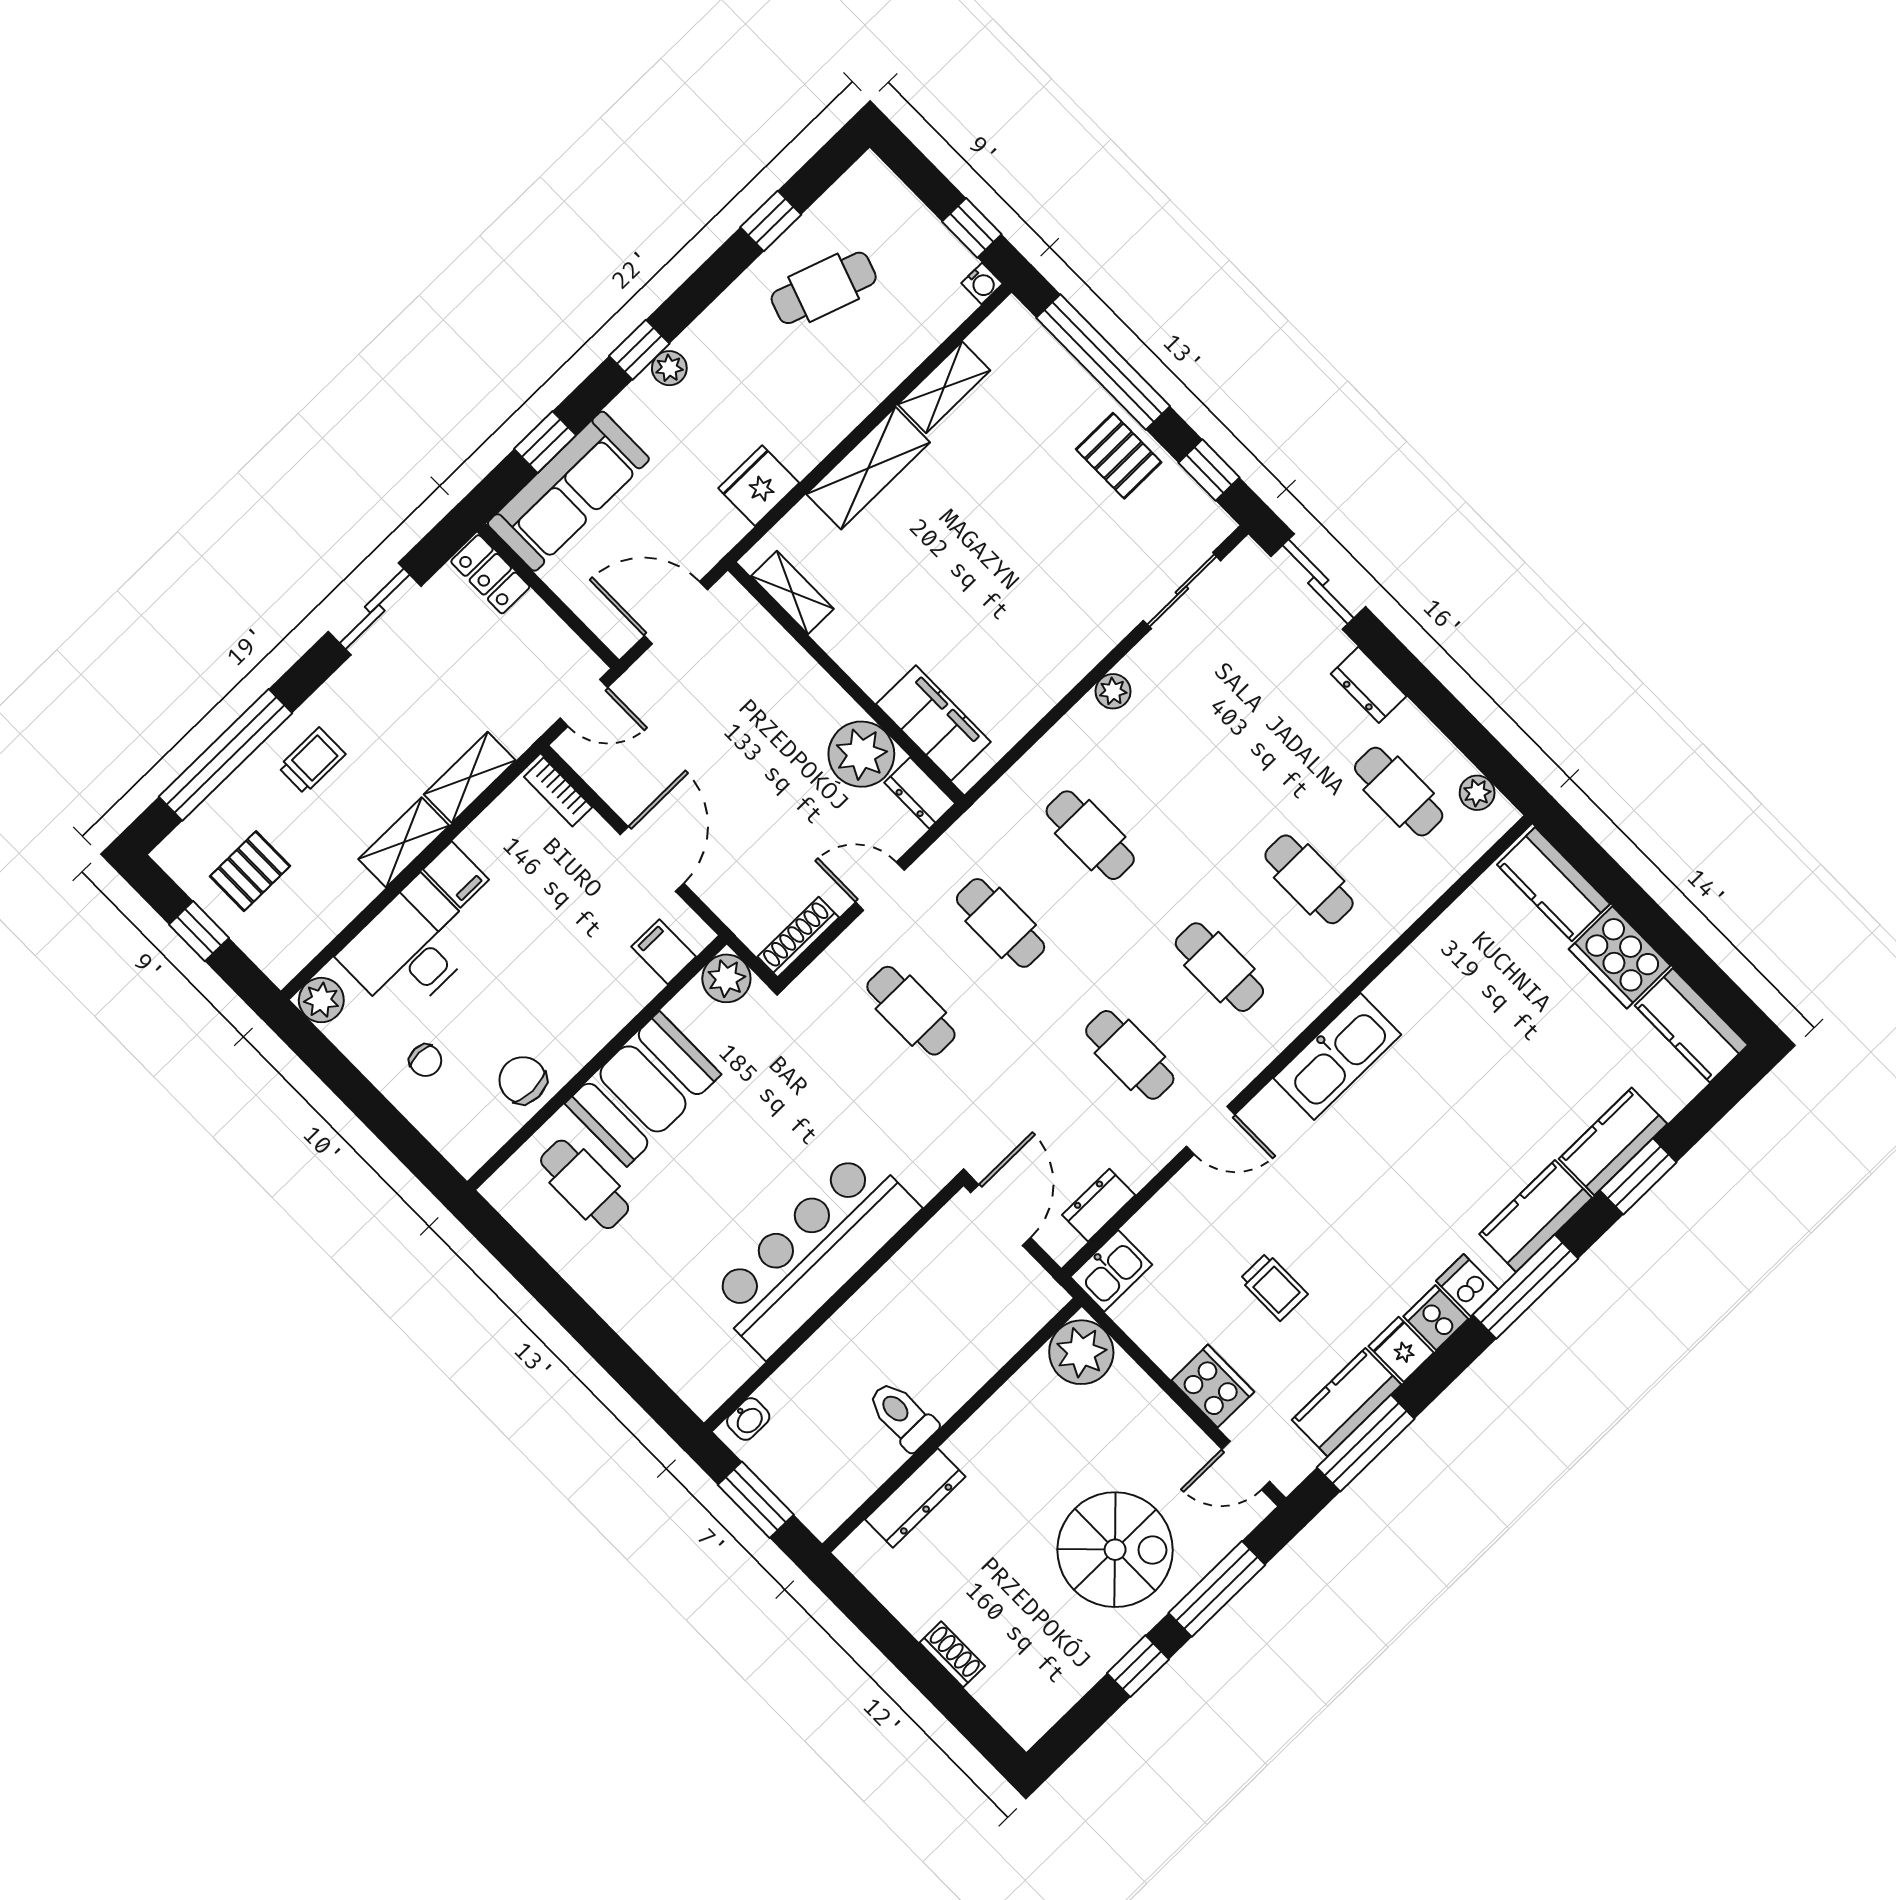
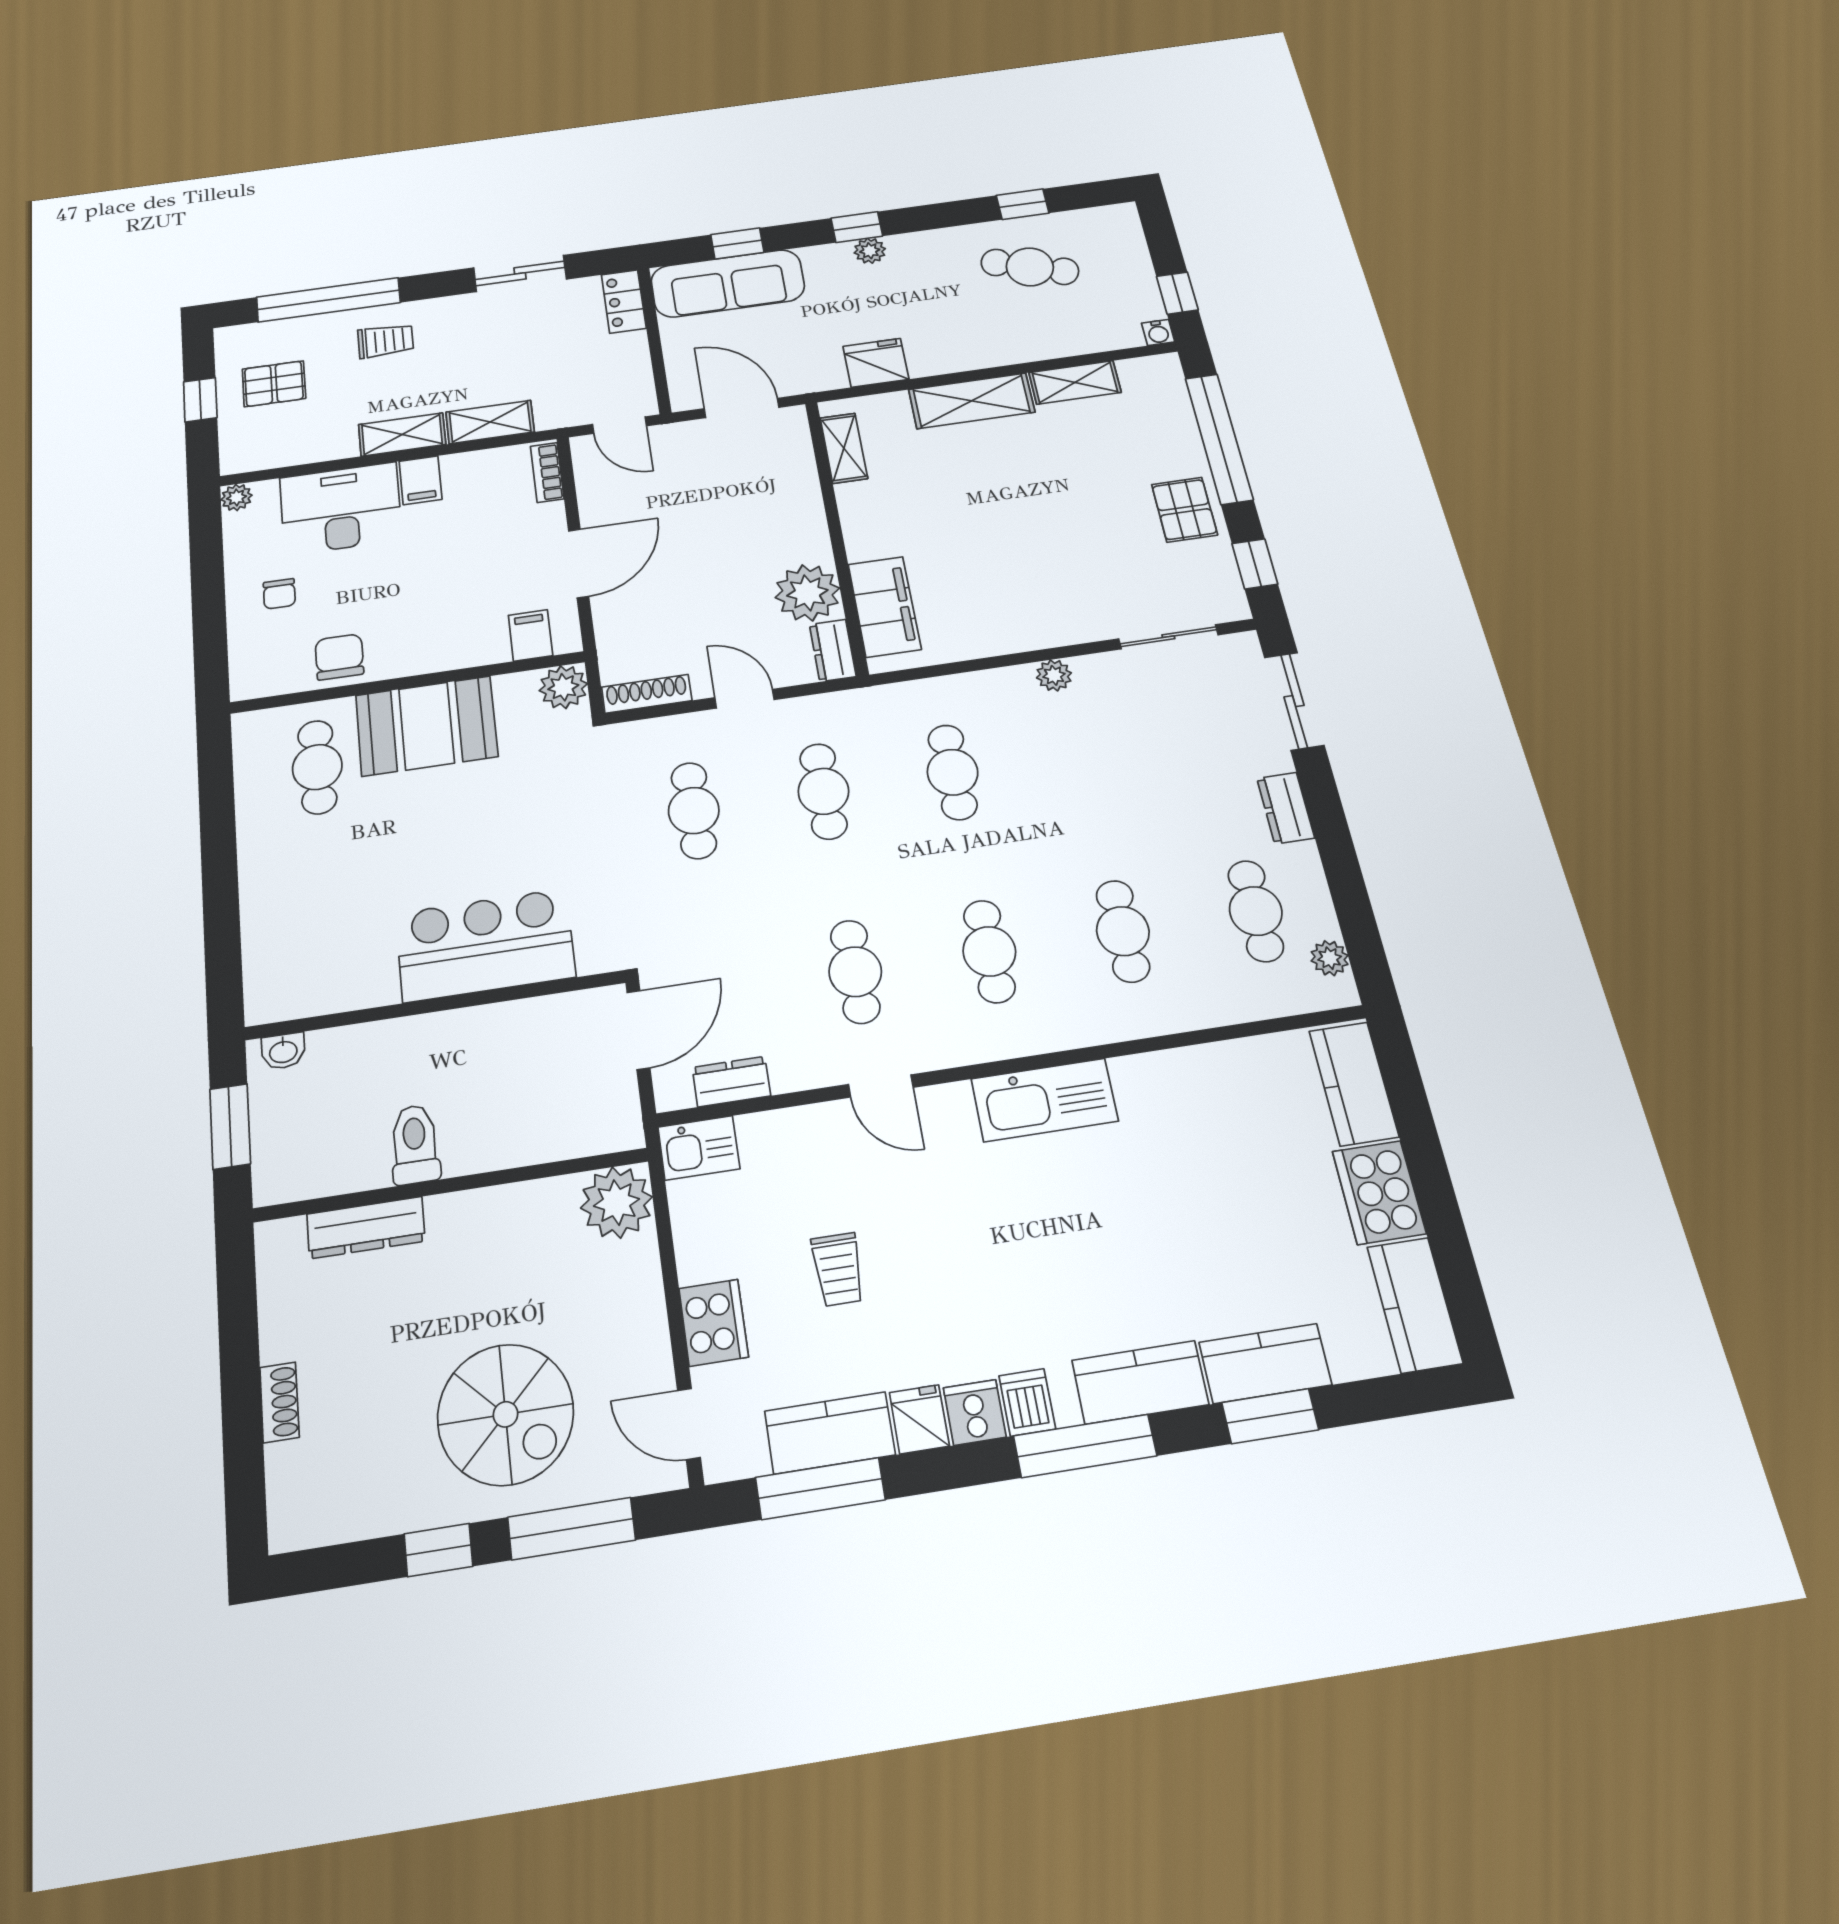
plant: (321, 1000) -> (236, 497), width x0.73, depth x0.73
bar counter: (813, 1253) -> (485, 945), width x0.73

